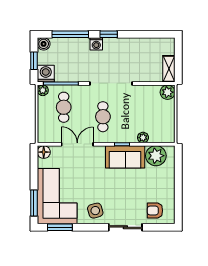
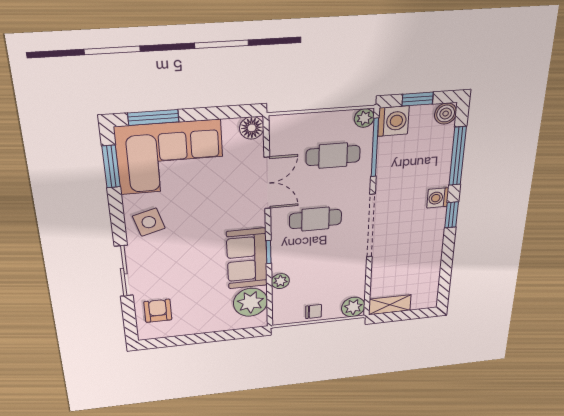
chair: (168, 117) -> (314, 312), added

